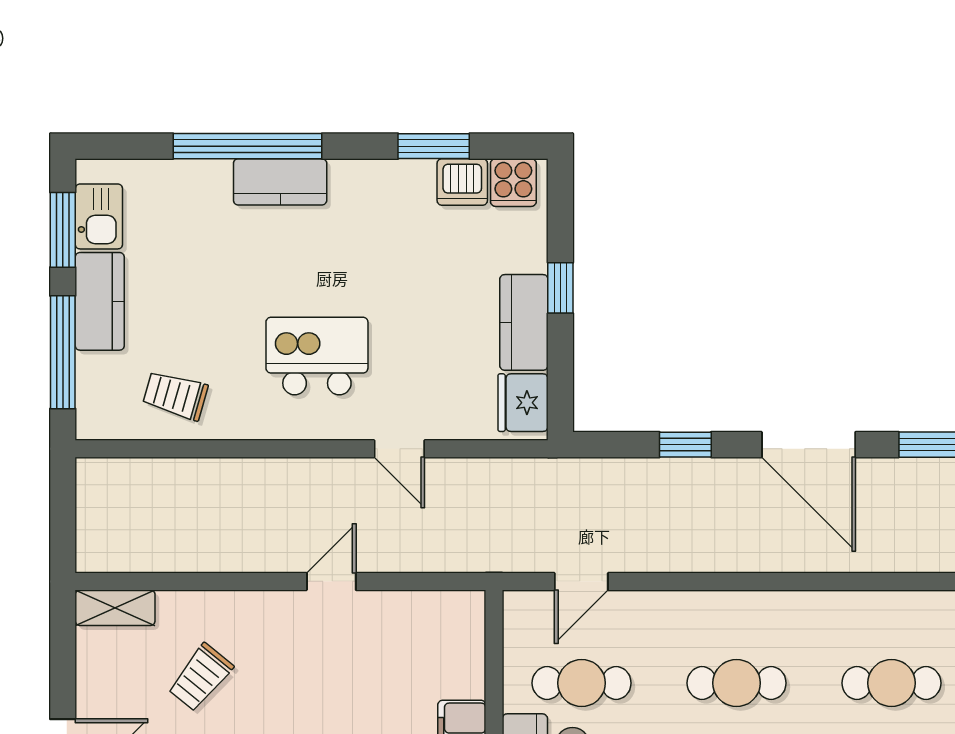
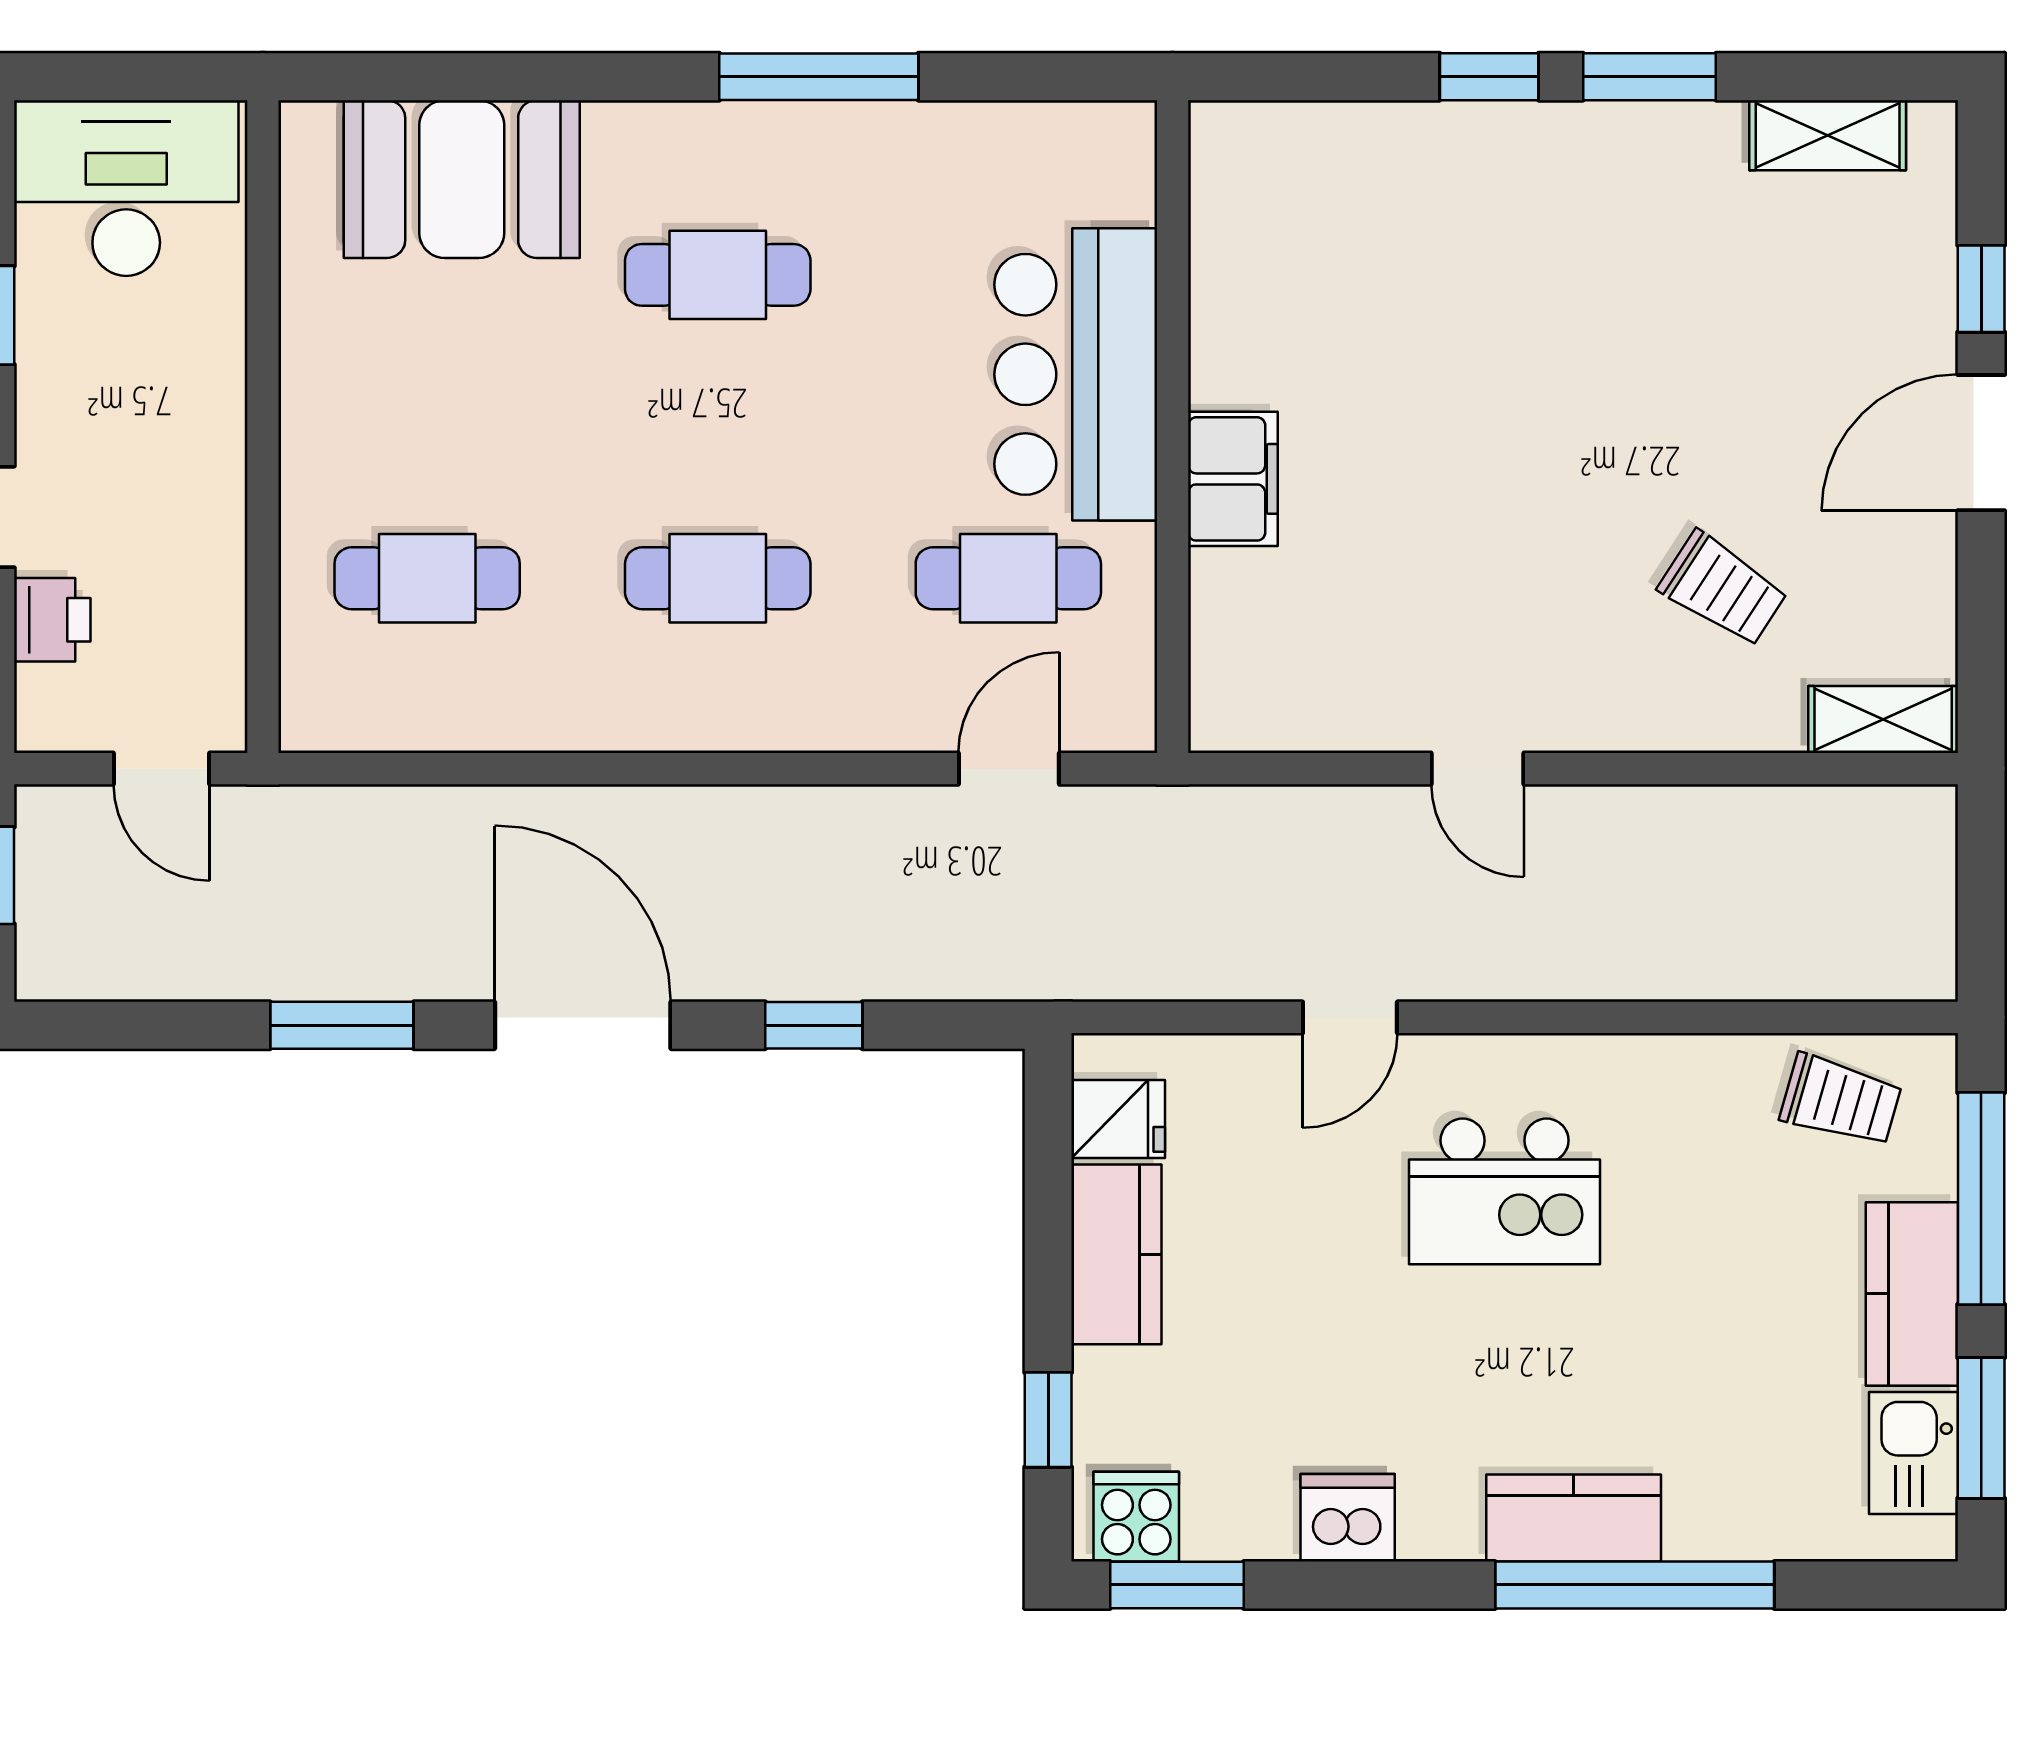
window: (434, 146) -> (1177, 1585), moved
dishwasher: (462, 182) -> (1348, 1518), moved
window: (560, 288) -> (1048, 1420), moved
trolley: (175, 395) -> (1841, 1100), moved
fridge: (523, 403) -> (1118, 1119), width x0.72
door: (399, 449) -> (1350, 1017), swing flipped
door: (331, 581) -> (1478, 769), hinge flipped
trolley: (200, 677) -> (1723, 589), turned 84

